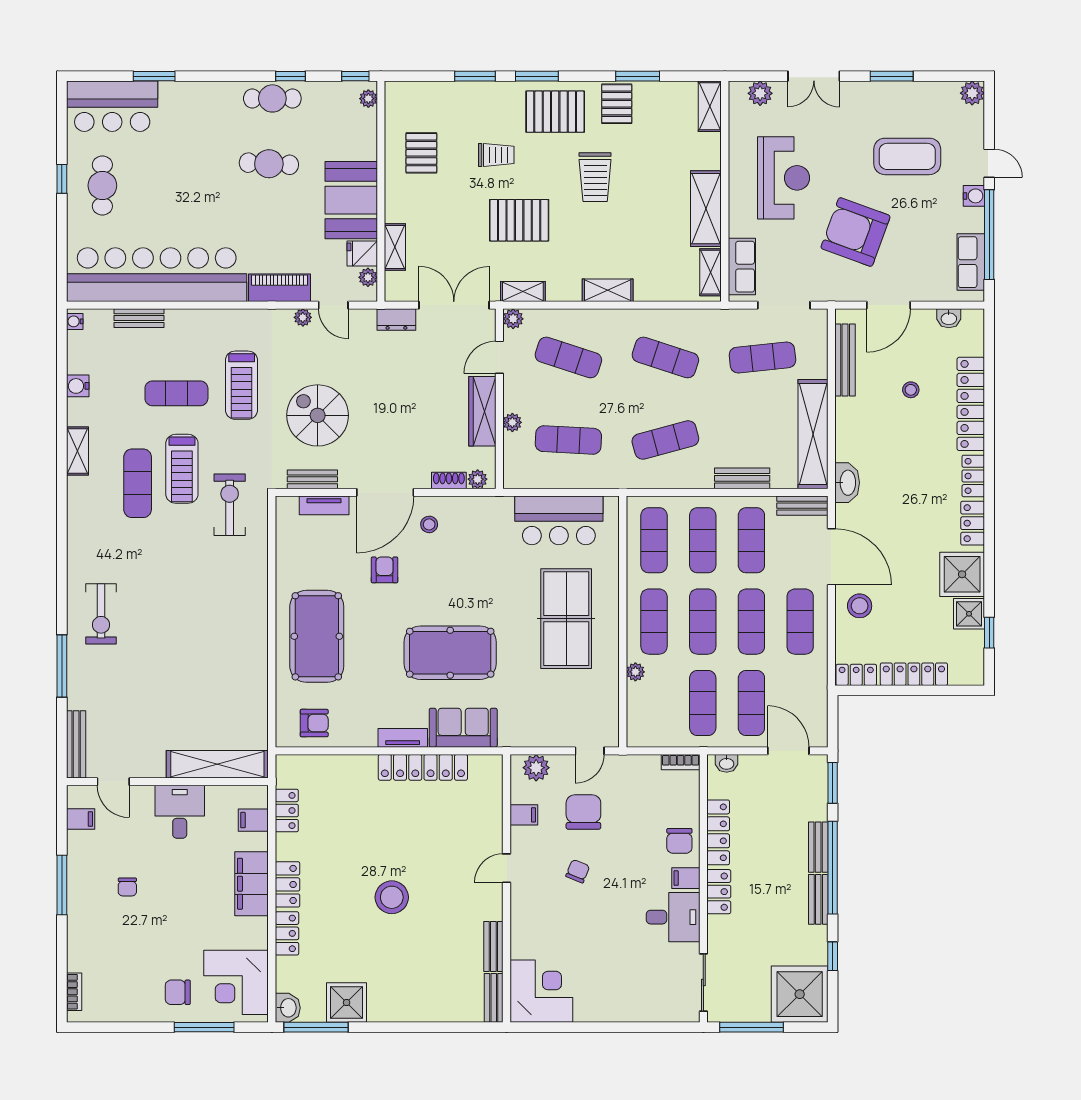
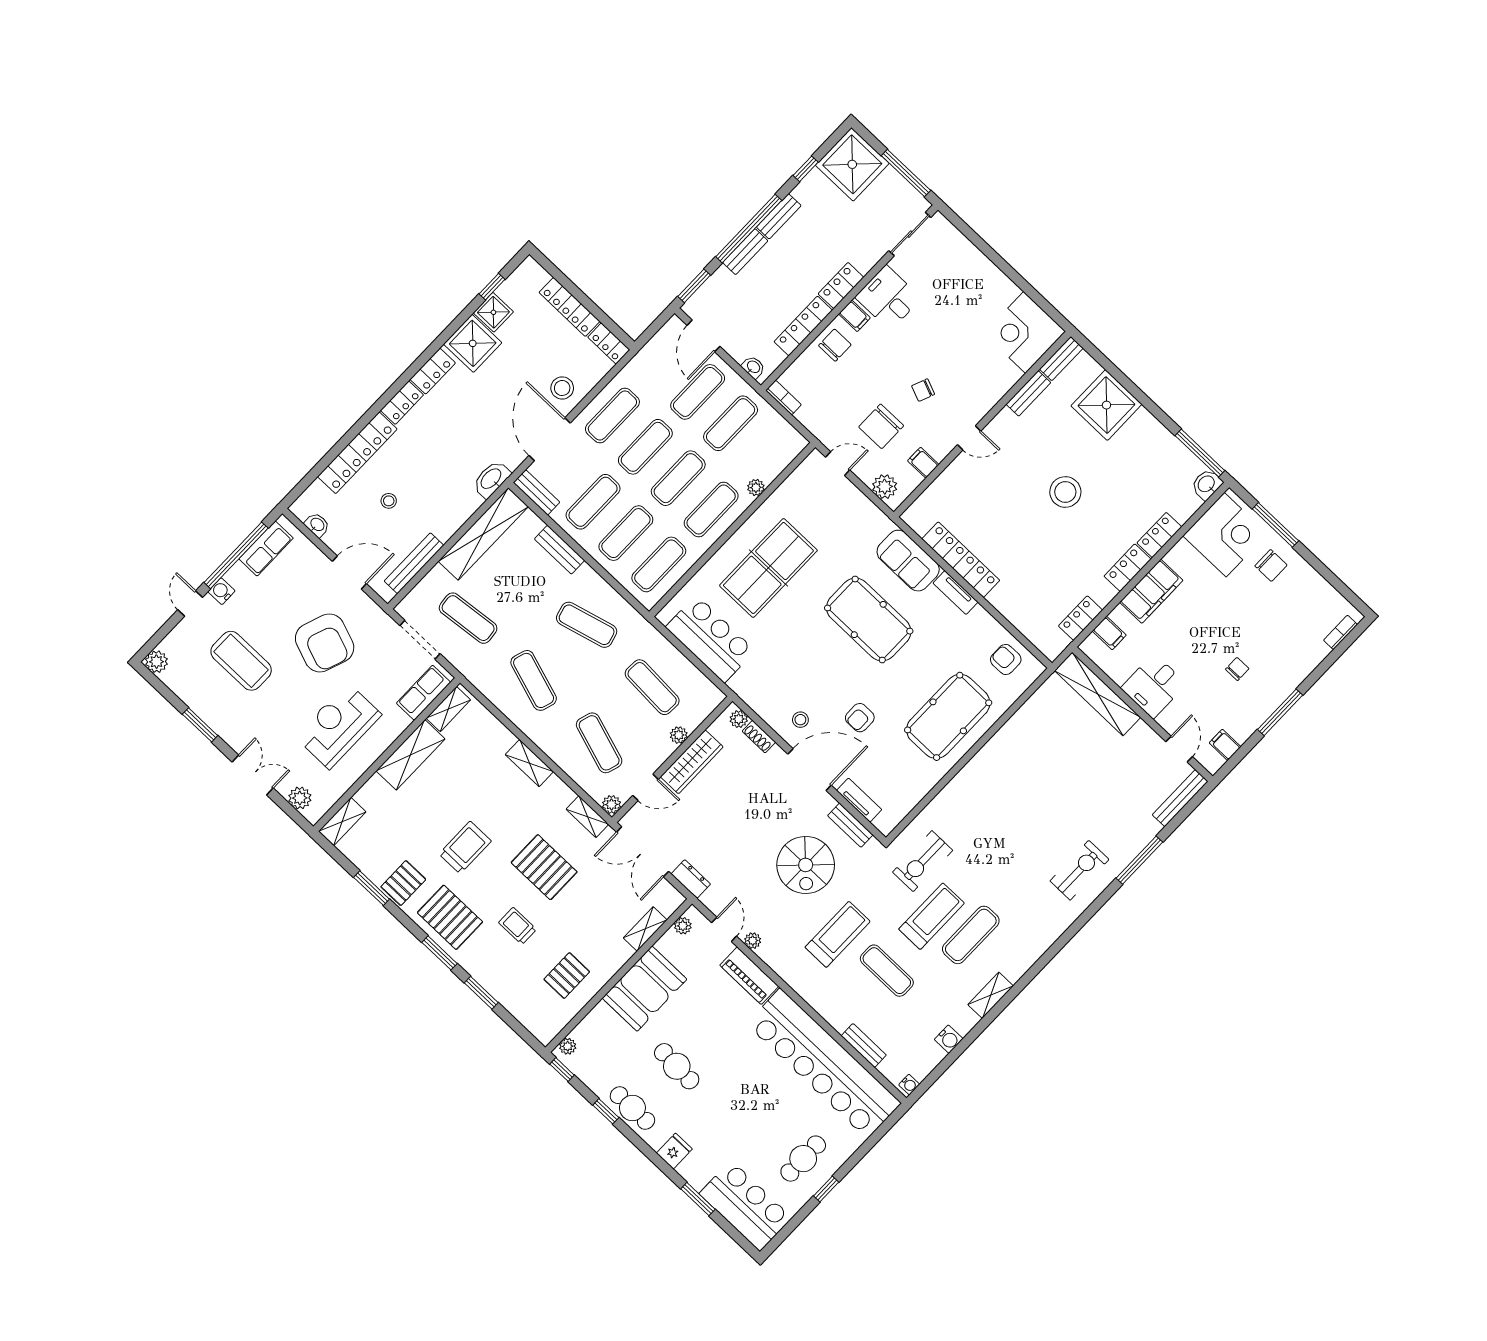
fridge: (362, 253) -> (674, 1151), moved, turned -90
shower: (347, 1003) -> (1106, 405), moved, width x1.37, depth x1.37

